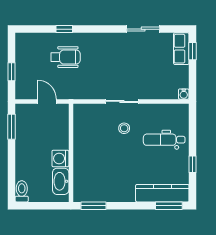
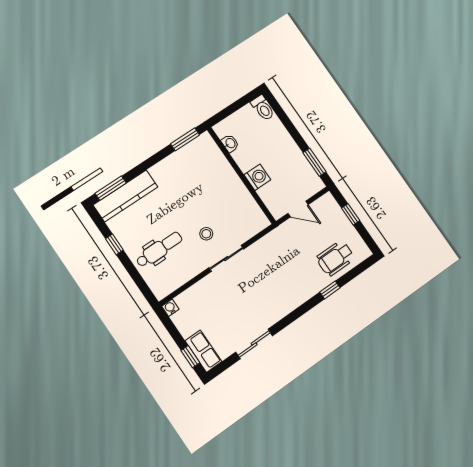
wheelchair: (66, 57) -> (335, 258), moved
washing machine: (60, 158) -> (257, 177), moved
washbasin: (61, 181) -> (230, 143), width x0.52, depth x0.69

